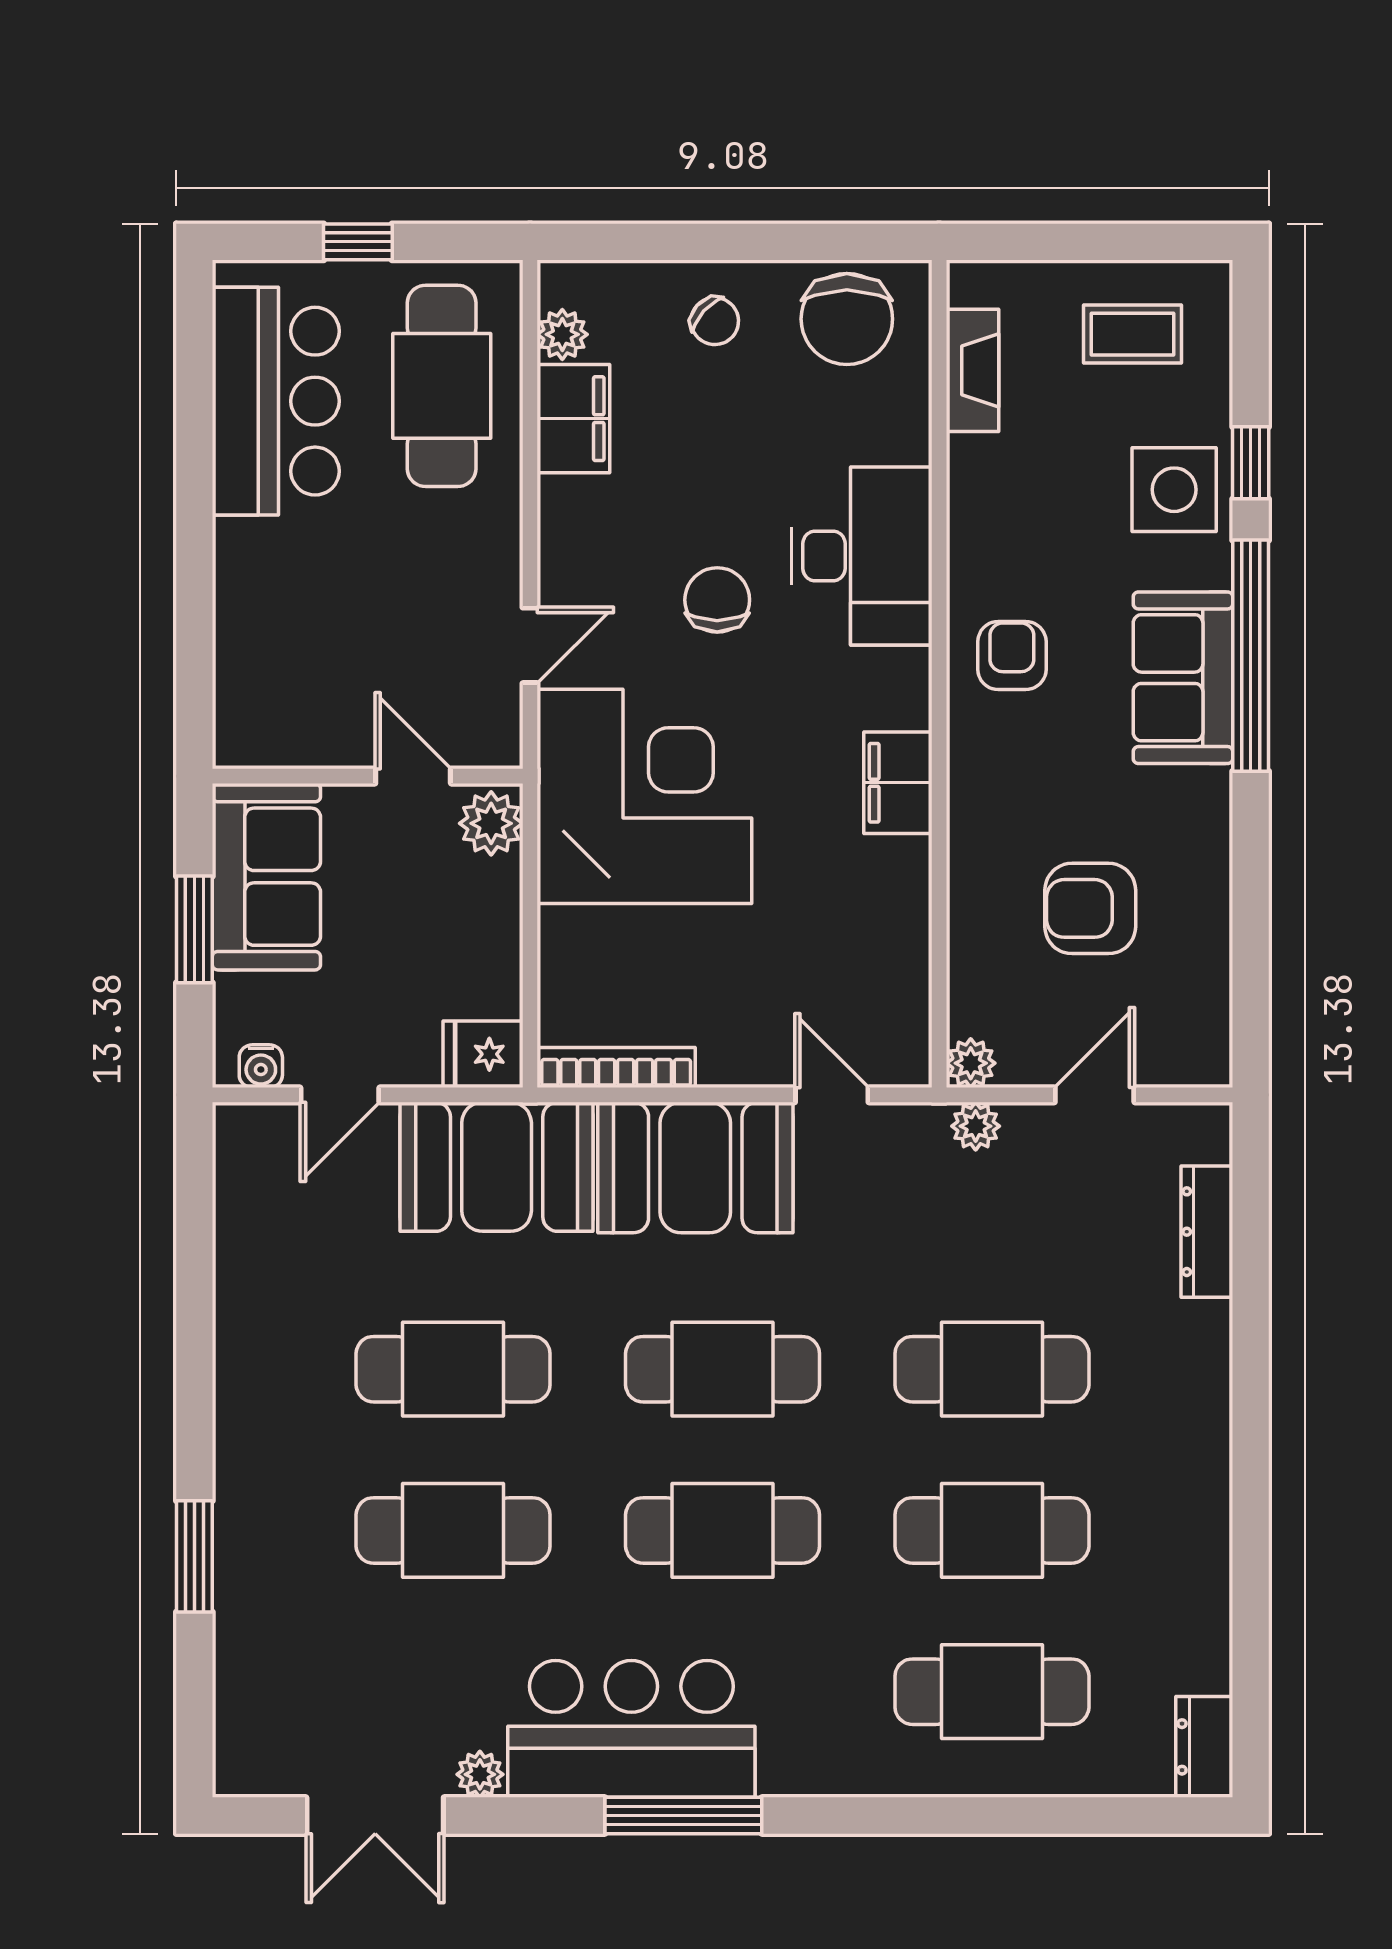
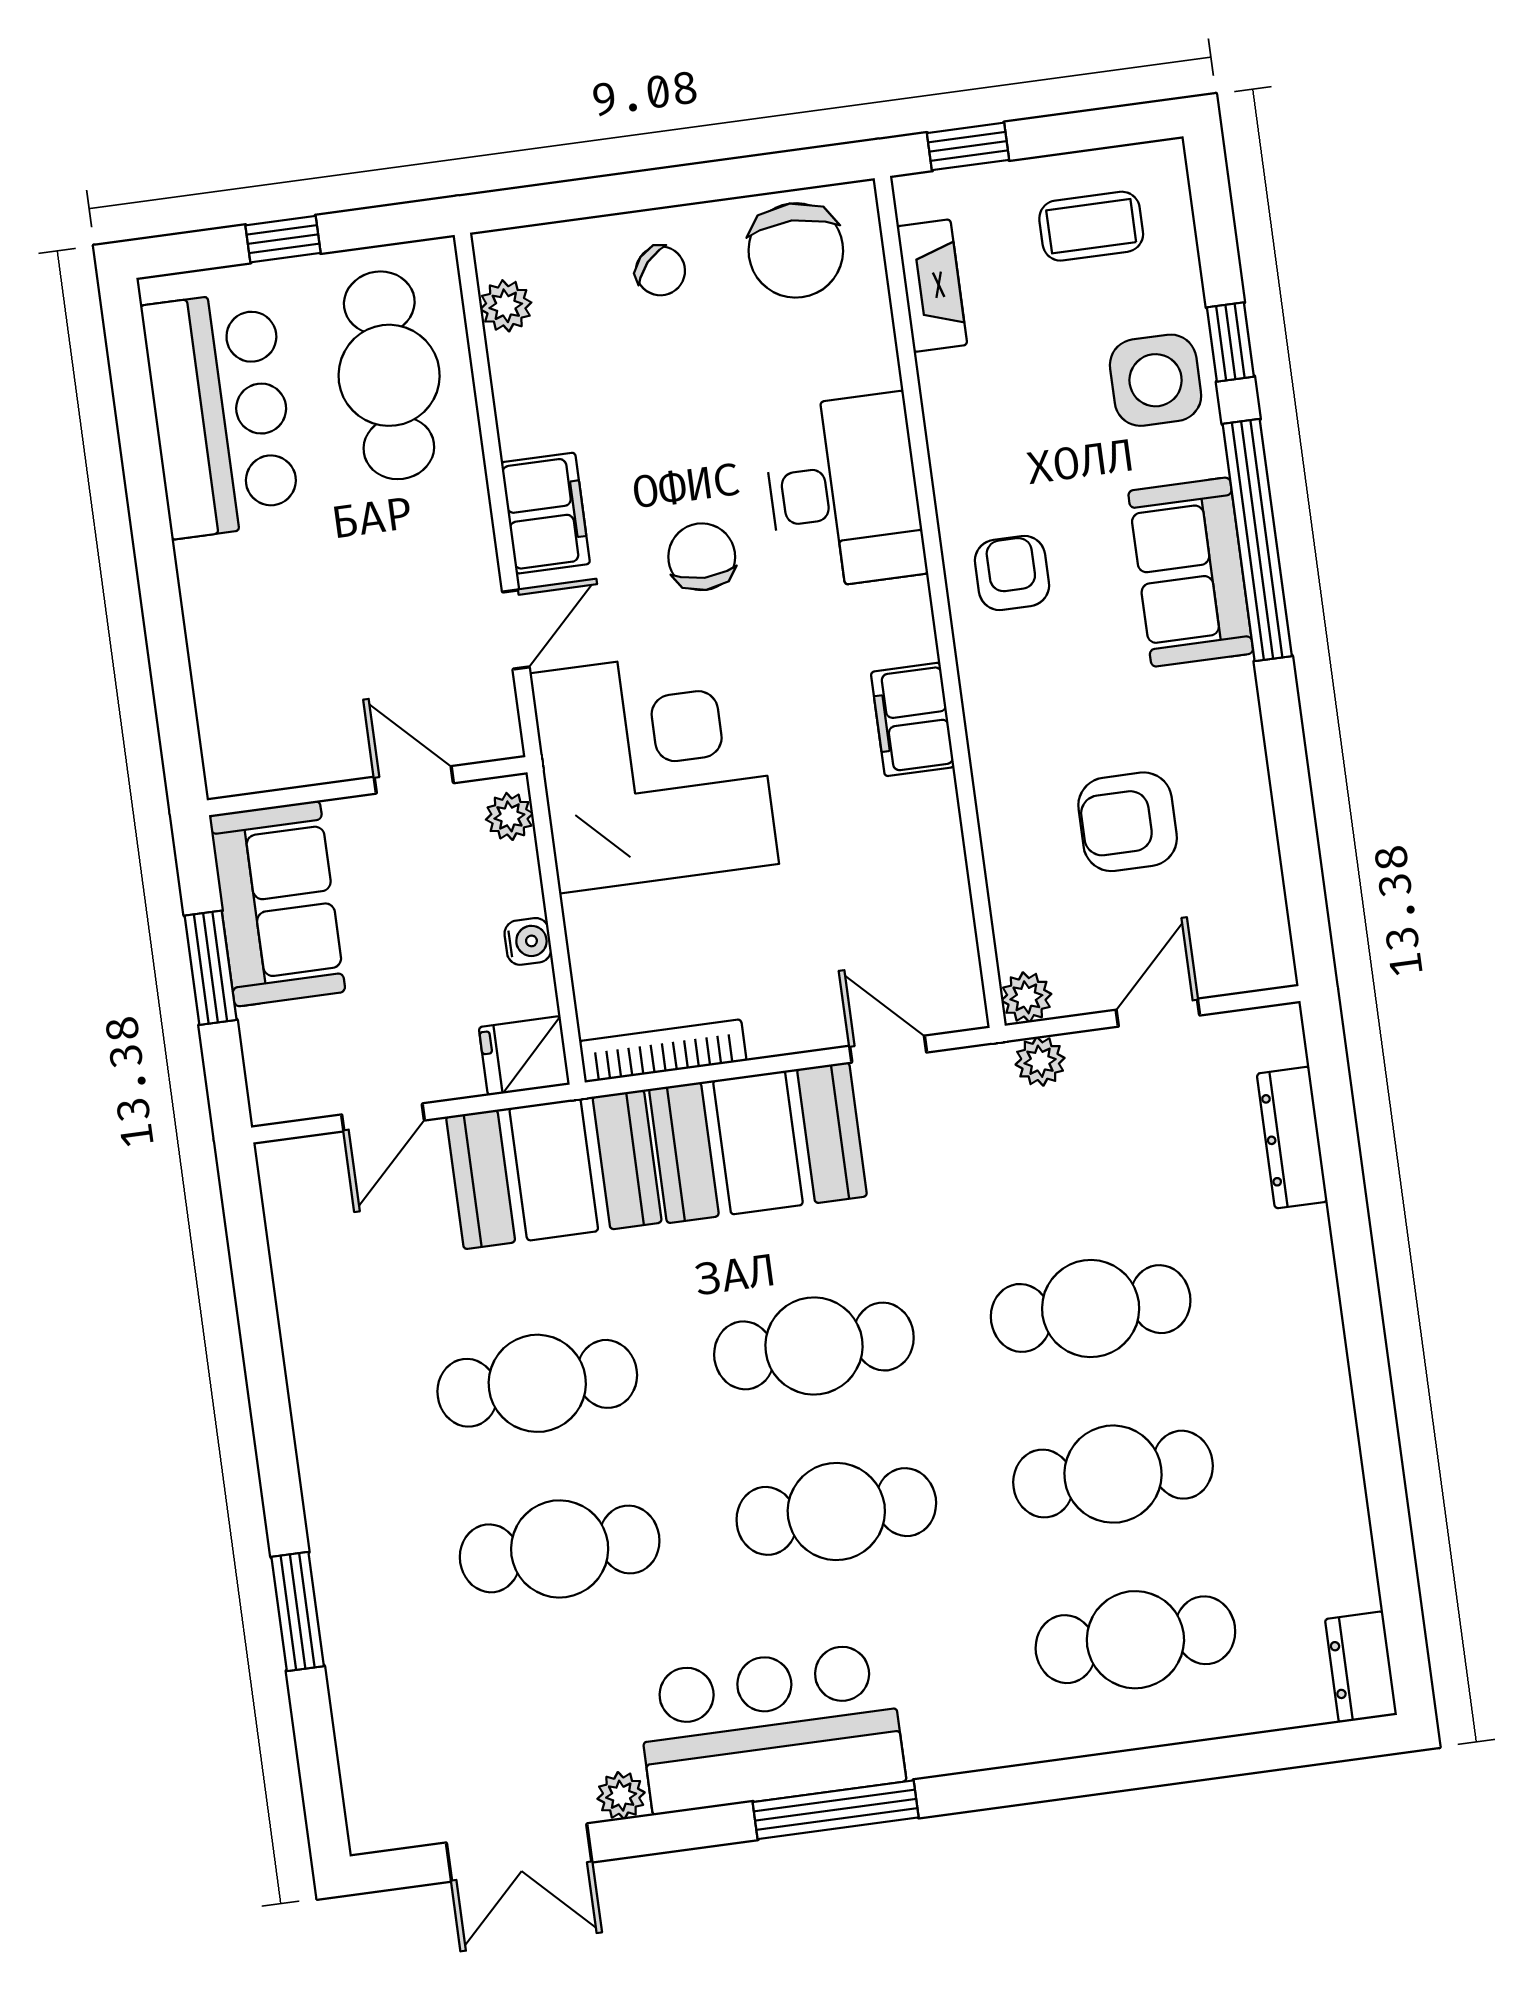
window: (1025, 242) -> (968, 146), added
filing cabinet: (573, 419) -> (545, 513), moved
plant: (491, 823) -> (509, 816), width x0.73, depth x0.73
water cooler: (261, 1066) -> (528, 941), moved, turned -90

